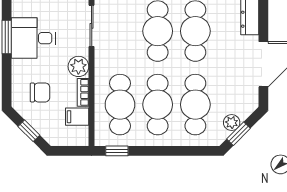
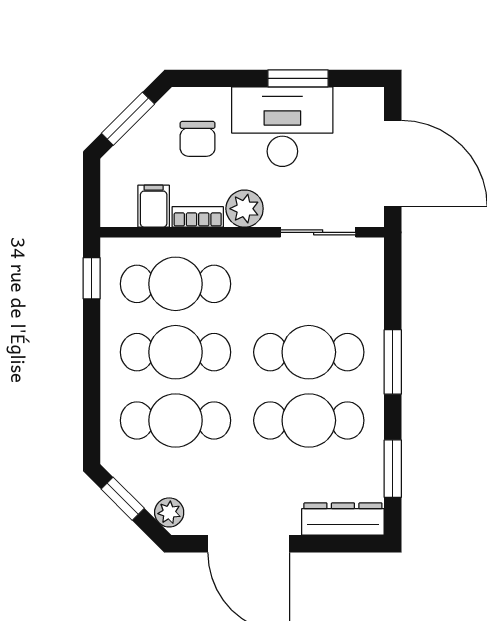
desk: (33, 38) -> (282, 127), width x1.37
plant: (232, 123) -> (169, 512), moved
window: (29, 131) -> (128, 119), width x1.50

